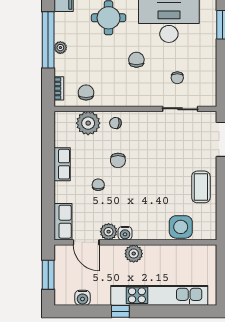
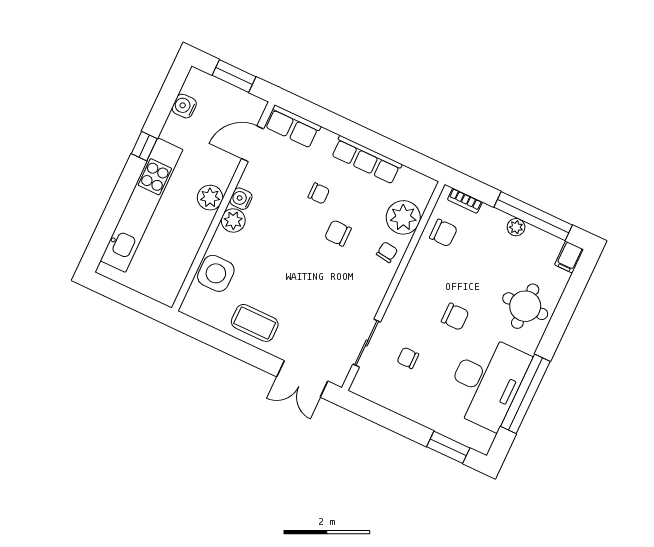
row of seats: (62, 164) -> (366, 160), width x1.48
plant: (109, 232) -> (233, 221), moved

